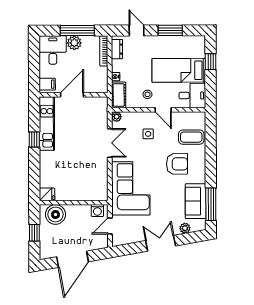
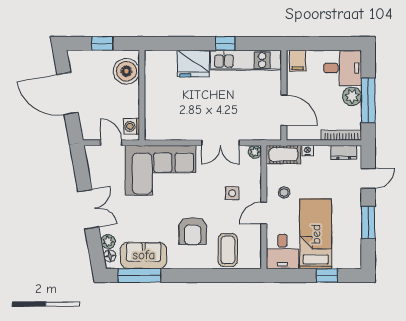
door: (72, 95) -> (284, 110), moved
fridge: (47, 194) -> (193, 64), moved, width x1.88, depth x1.34
floor lamp: (196, 227) -> (110, 256), added

